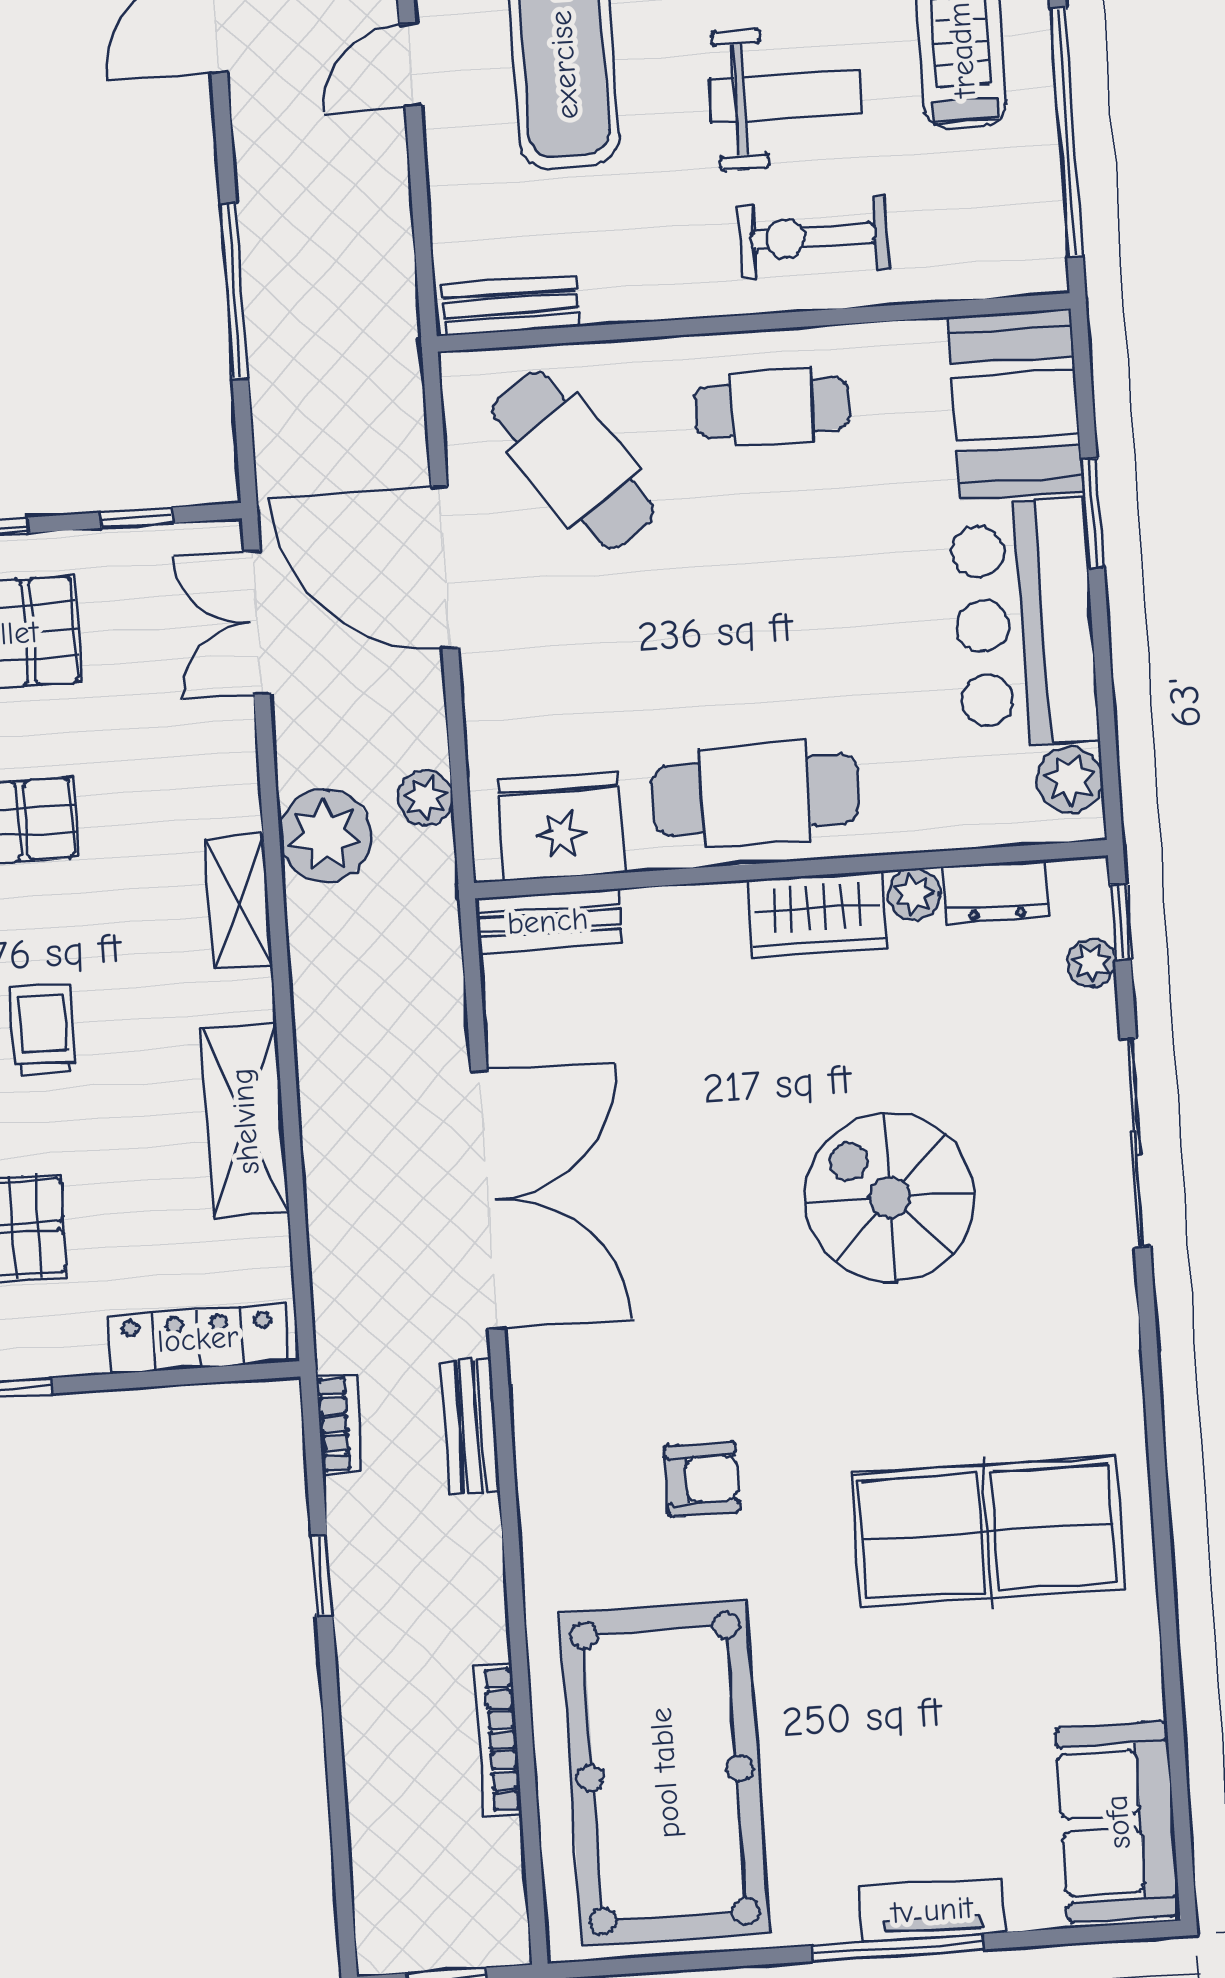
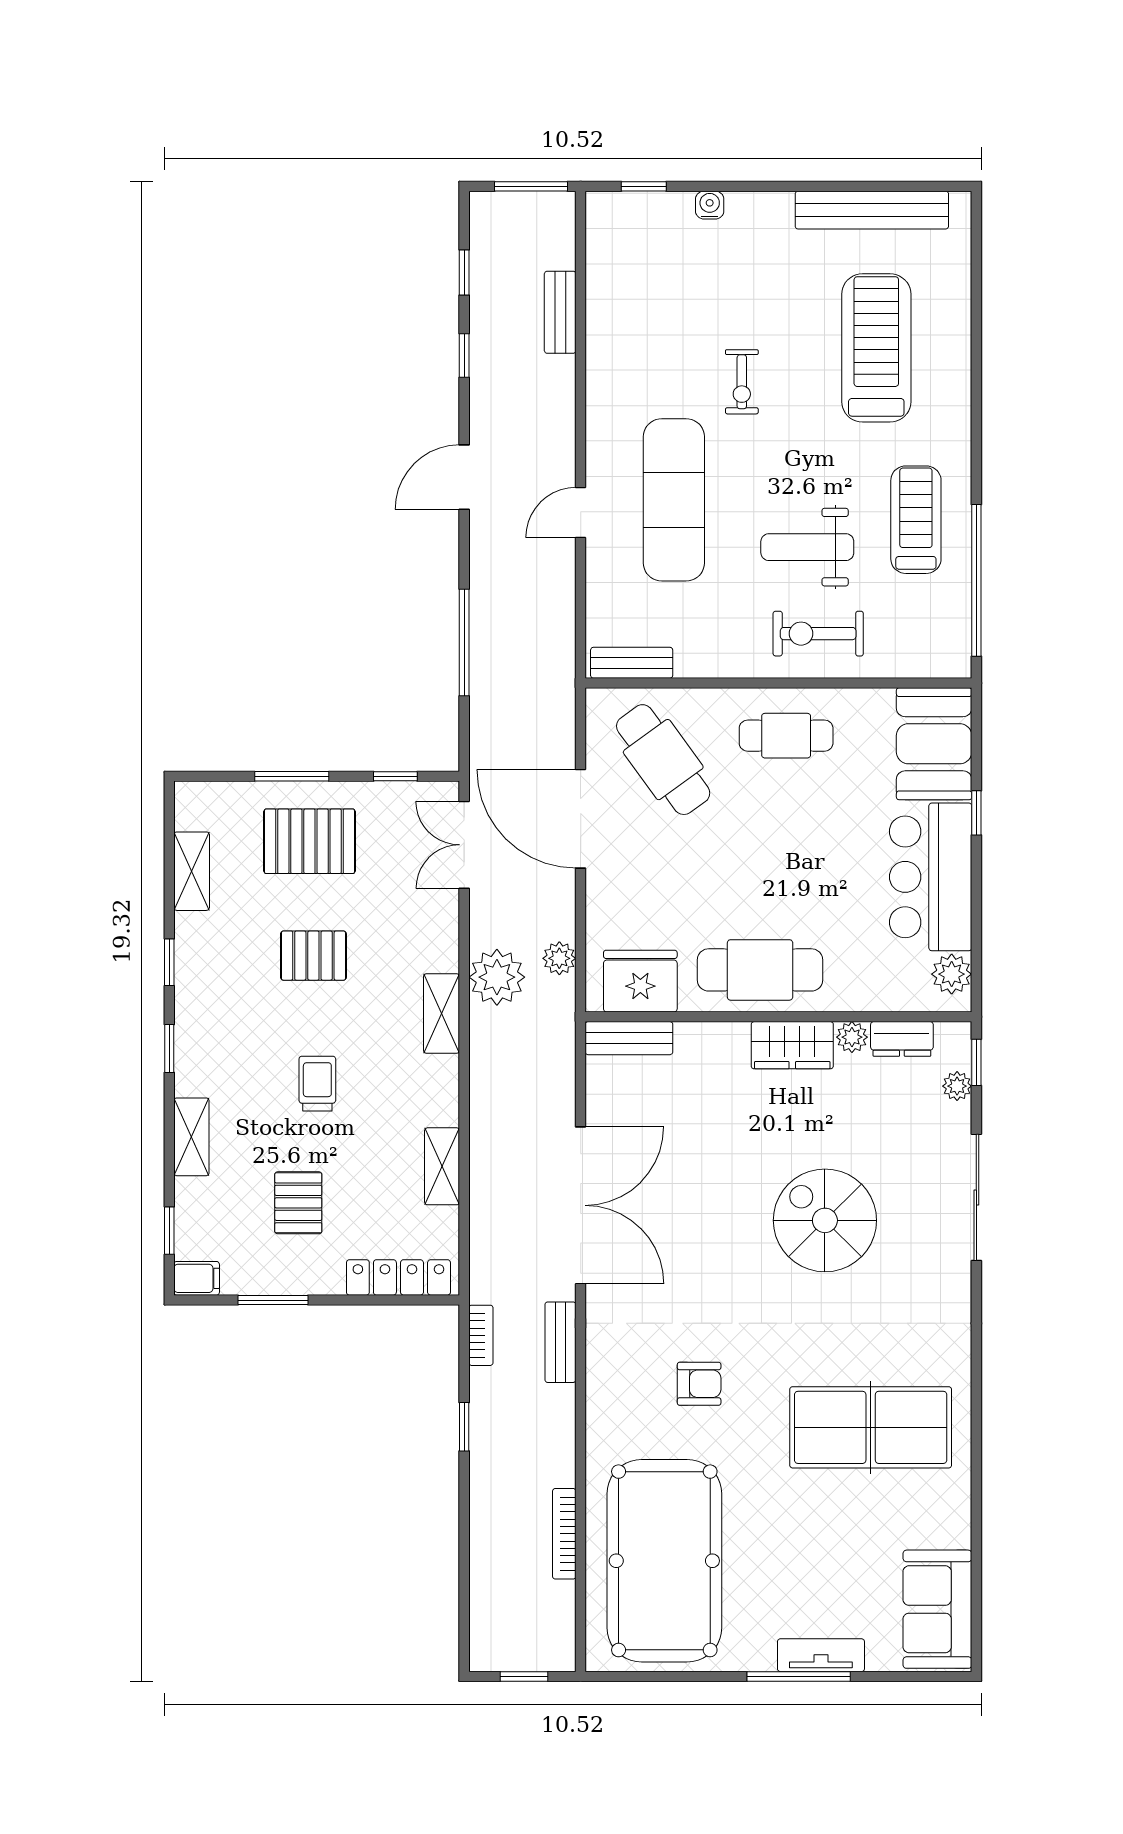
weight bench: (786, 96) -> (807, 547), turned 180
window: (1092, 513) -> (976, 813), width x0.67
shelving: (245, 1121) -> (442, 1166), width x0.67, depth x0.75

